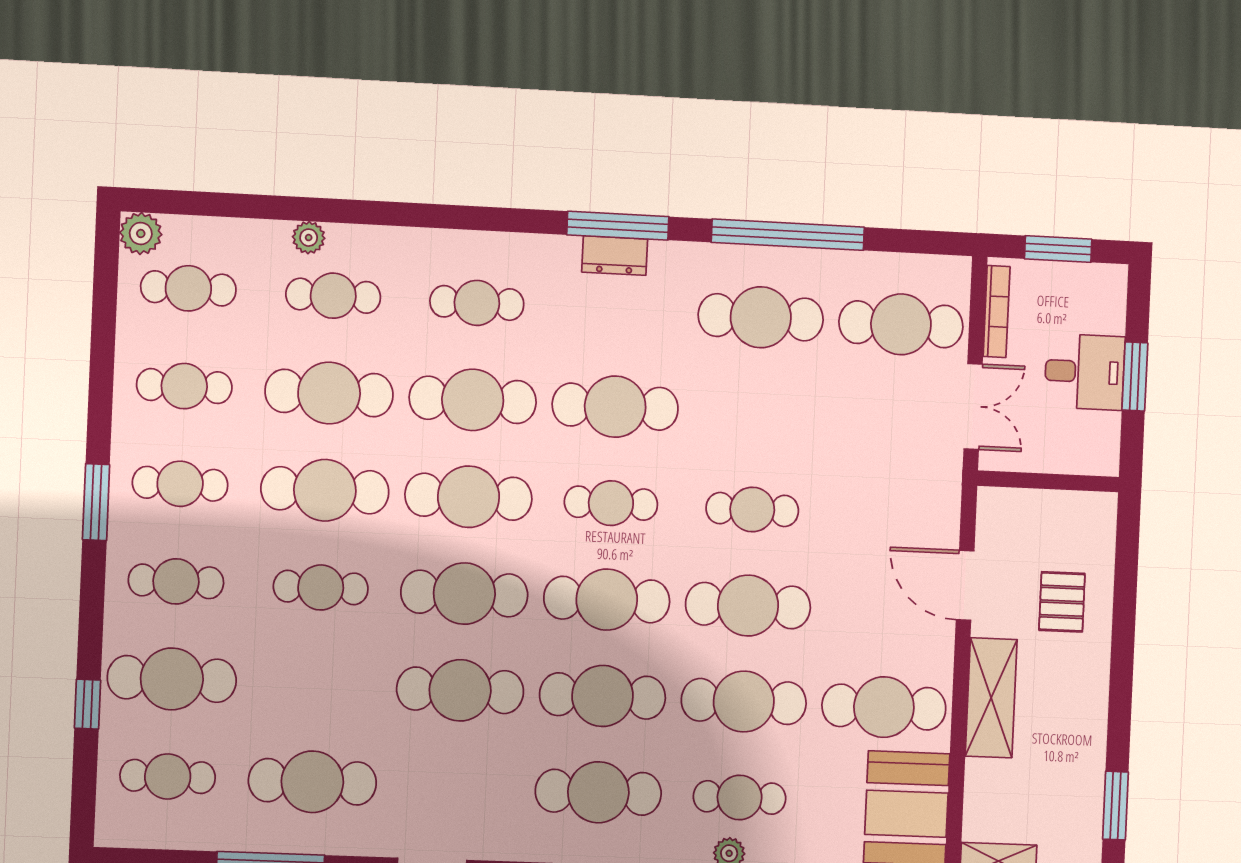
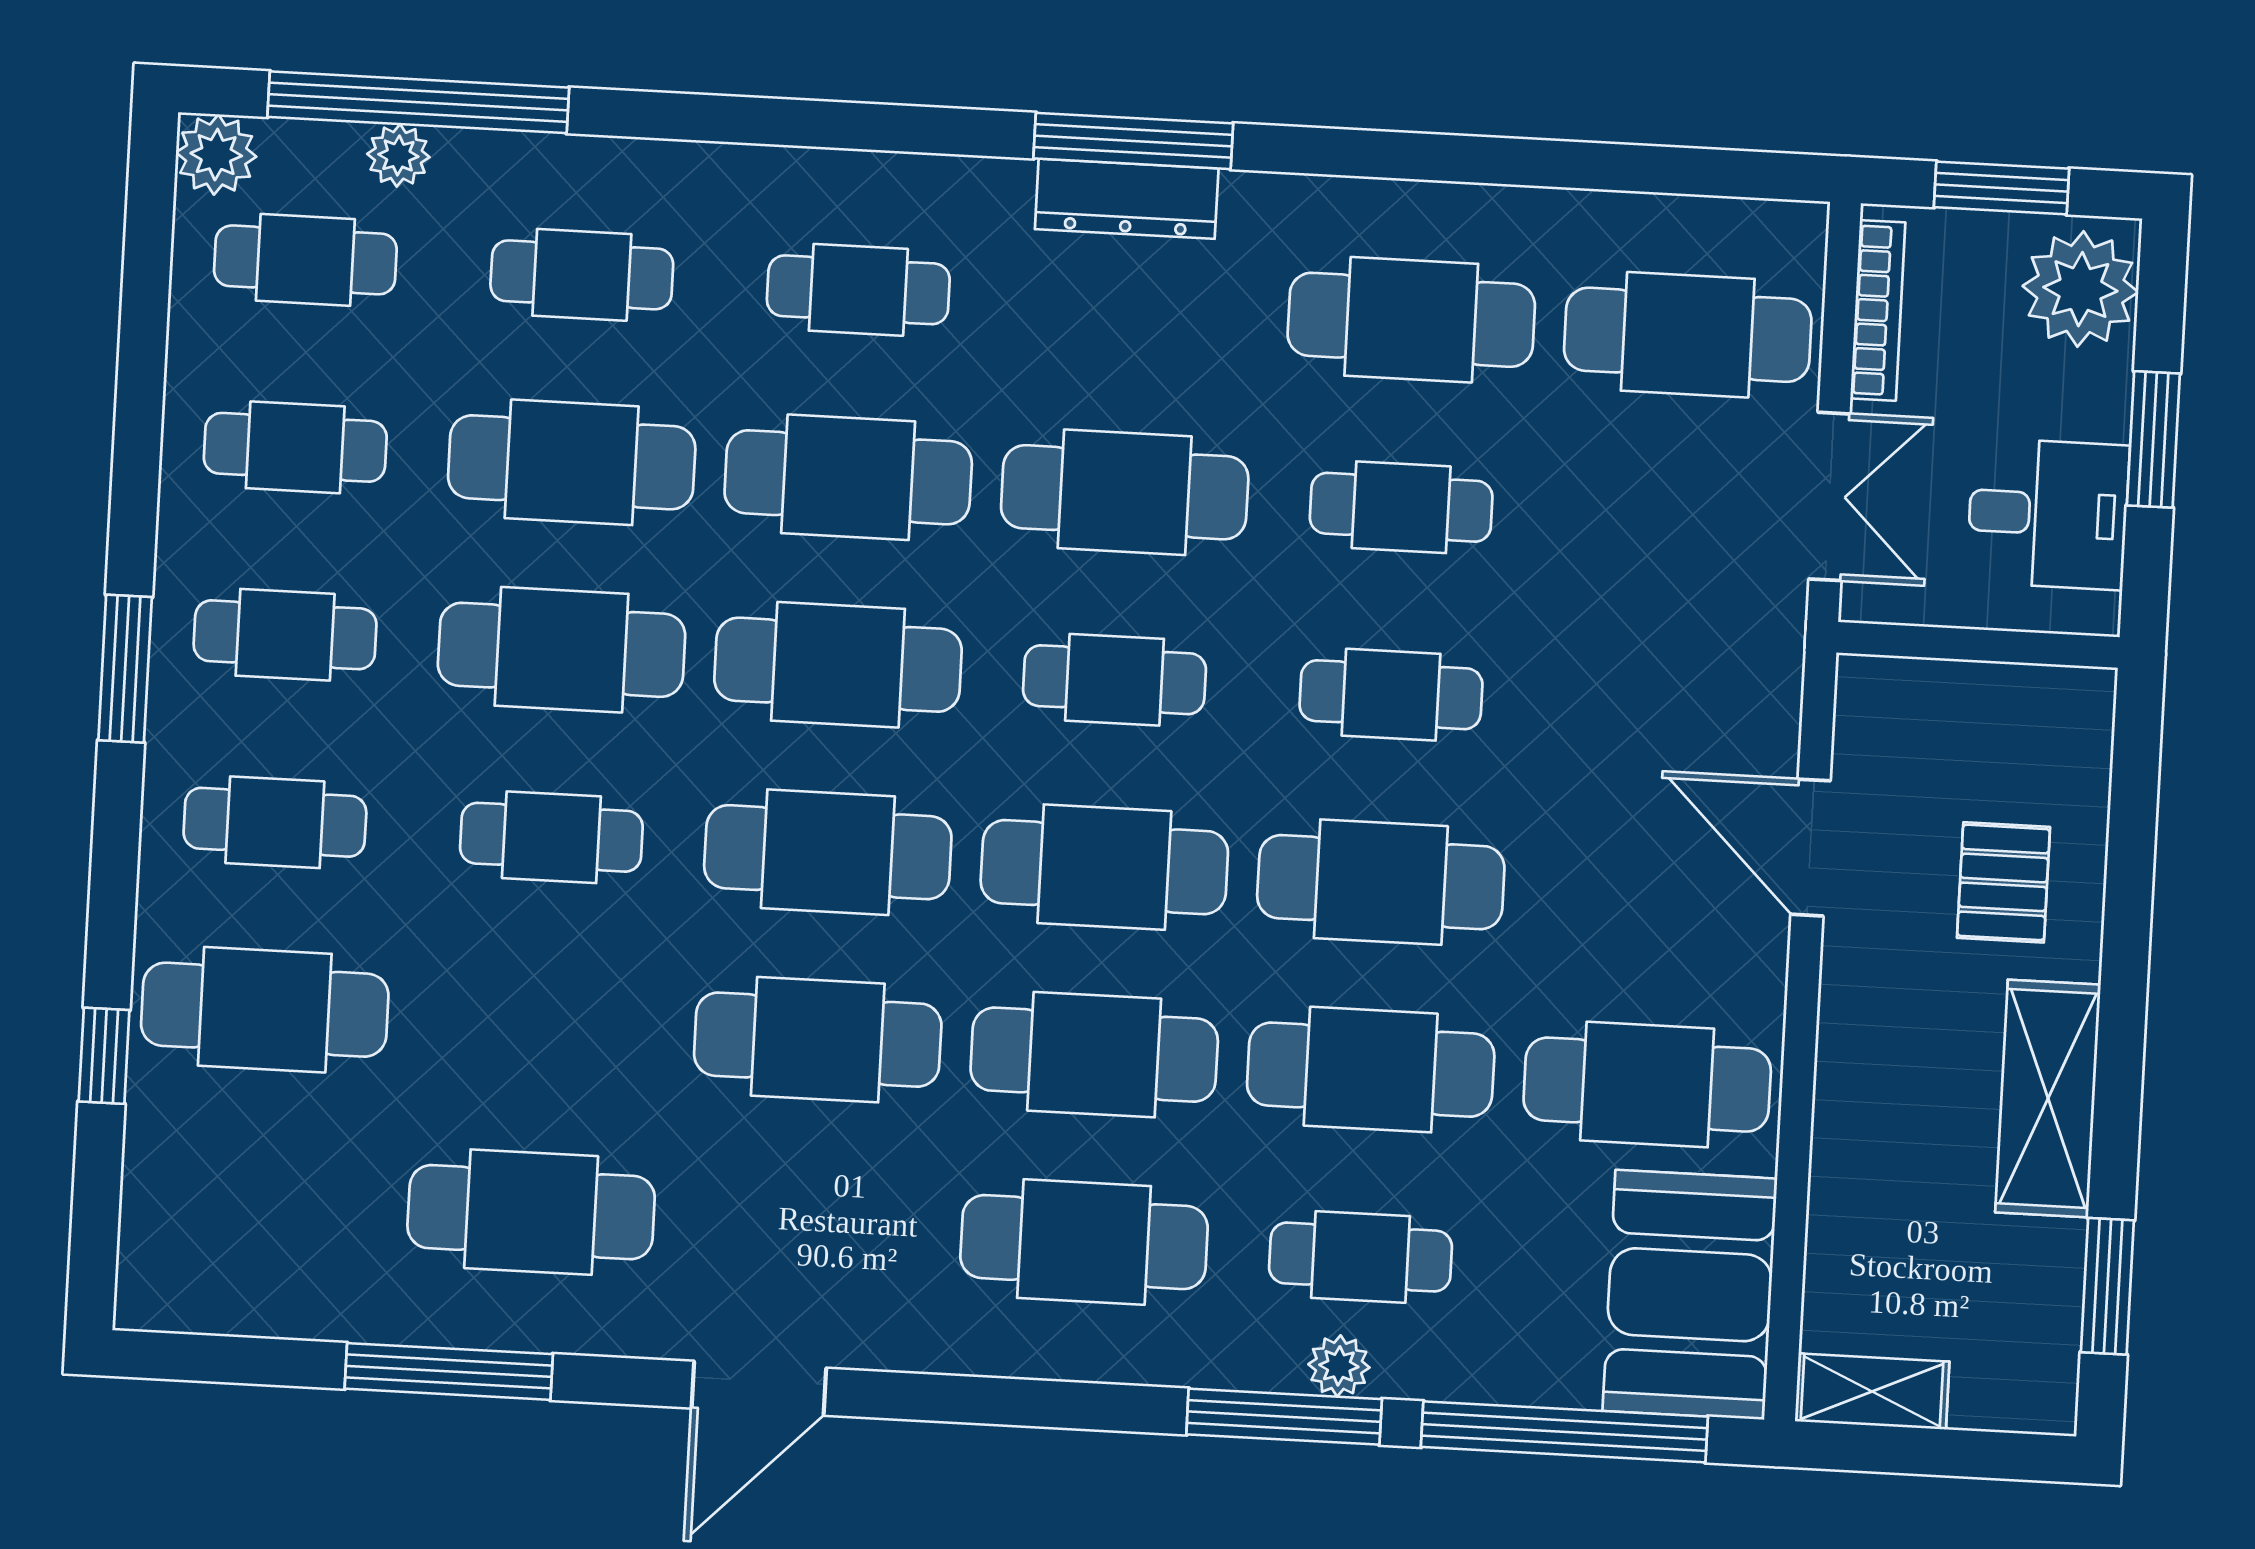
window: (788, 235) -> (418, 102), moved
plant: (309, 238) -> (398, 155), moved
dresser: (615, 256) -> (1127, 199), width x1.44
plant: (1098, 300) -> (2080, 289), added
desk: (1085, 372) -> (2048, 514), moved
shelving: (991, 698) -> (2048, 1099), moved
cafe table: (168, 776) -> (1401, 507), moved

